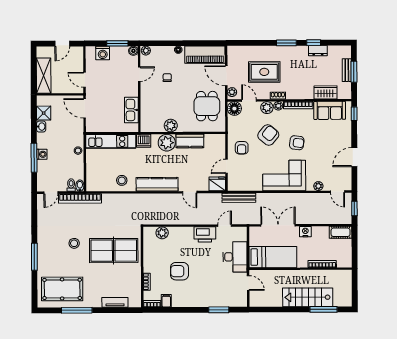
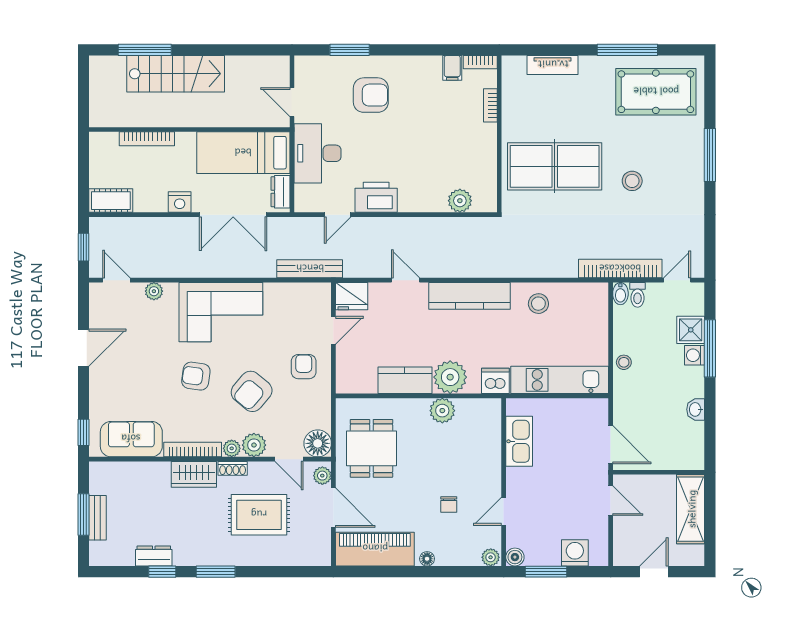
wardrobe: (326, 92) -> (194, 474), moved
shower: (44, 113) -> (691, 330), moved
dresser: (254, 237) -> (280, 192), added
armchair: (179, 271) -> (371, 95), moved

